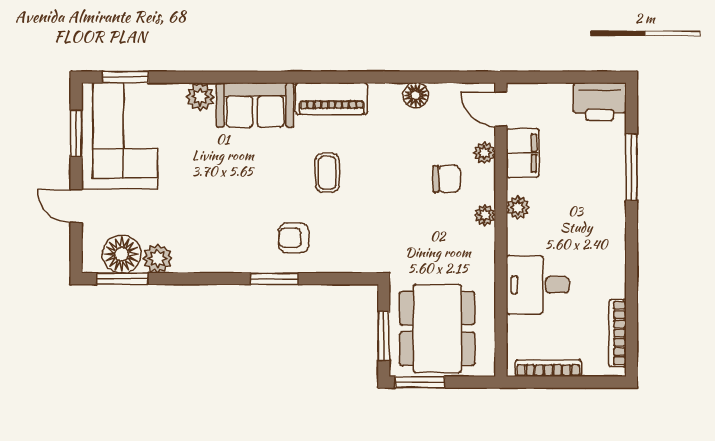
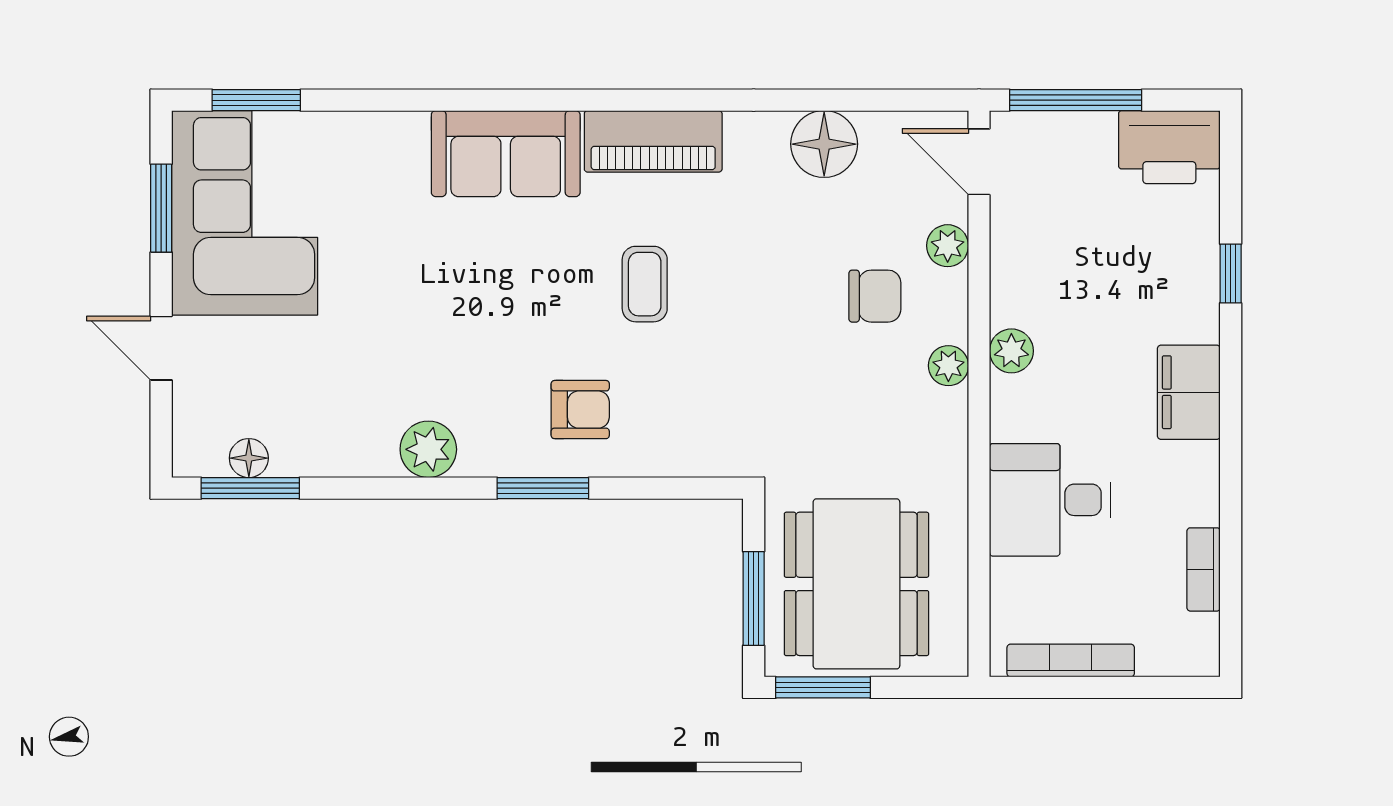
window: (551, 77) -> (1076, 100), added
floor lamp: (416, 95) -> (824, 144), width x1.38, depth x1.38
plant: (200, 97) -> (400, 137), removed
filing cabinet: (523, 153) -> (1189, 392), moved, turned 180
window: (632, 167) -> (1231, 273), width x0.46
armchair: (294, 238) -> (580, 410), turned 180
floor lamp: (122, 254) -> (249, 458), width x0.53, depth x0.53
plant: (158, 259) -> (428, 449), moved
bookcase: (617, 333) -> (1204, 569), width x0.64

